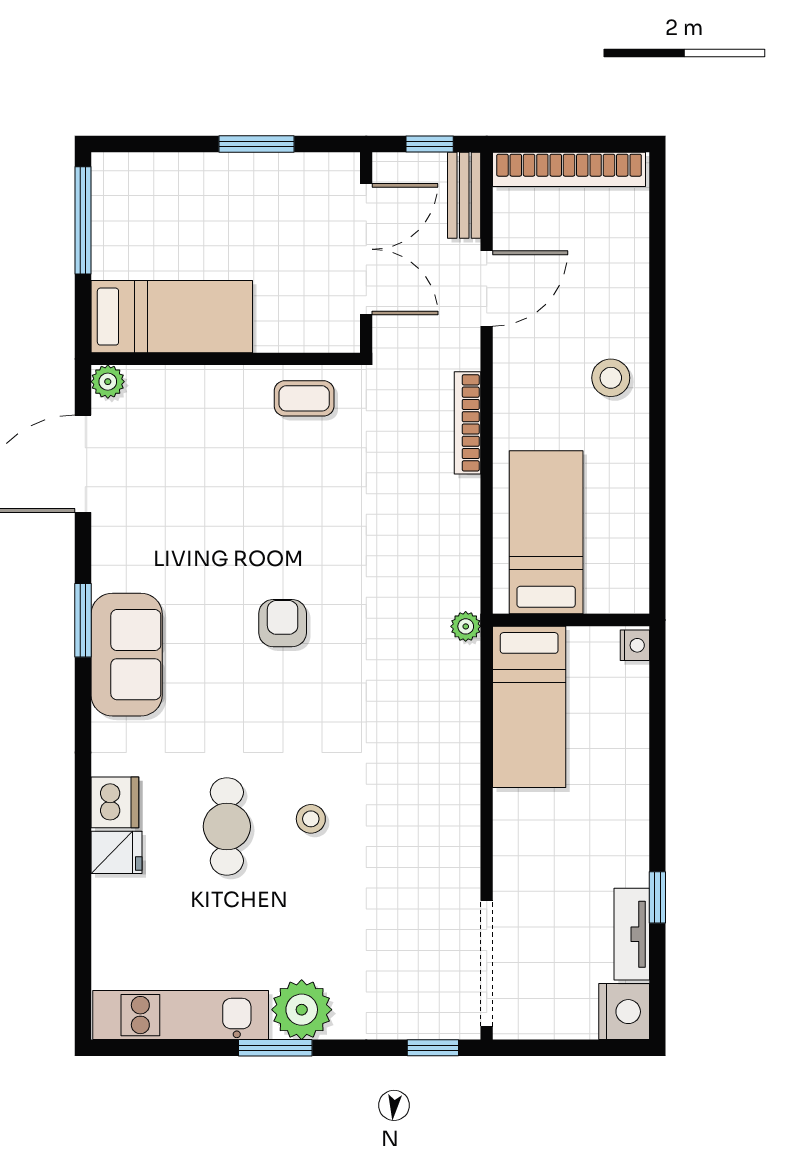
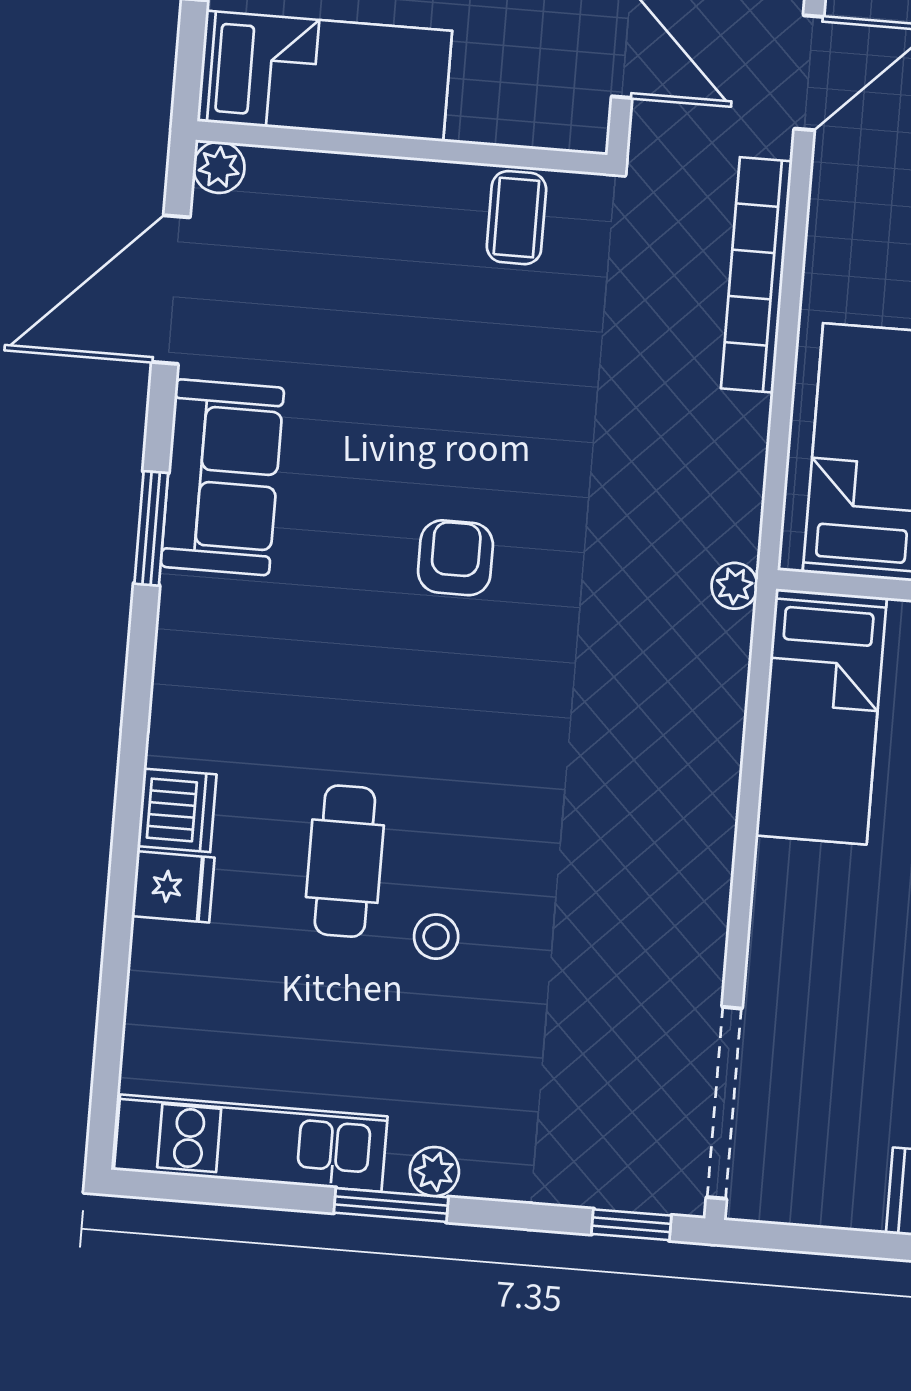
coffee table: (304, 398) -> (516, 218), turned 90
bookcase: (468, 423) -> (757, 275), width x1.48, depth x1.31
sofa: (127, 655) -> (222, 477), moved
stool: (311, 819) -> (436, 937), moved
plant: (302, 1010) -> (434, 1172), width x0.53, depth x0.53

